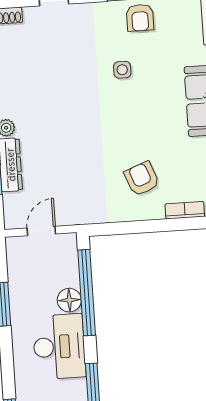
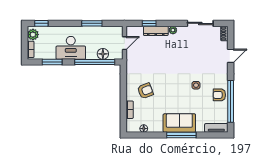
door: (41, 231) -> (124, 43), hinge flipped
floor lamp: (69, 300) -> (103, 54), moved

